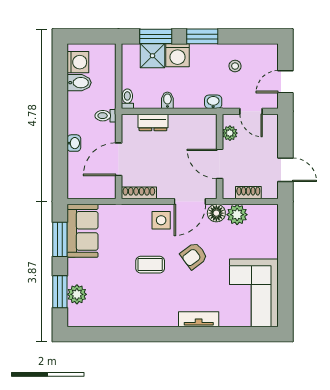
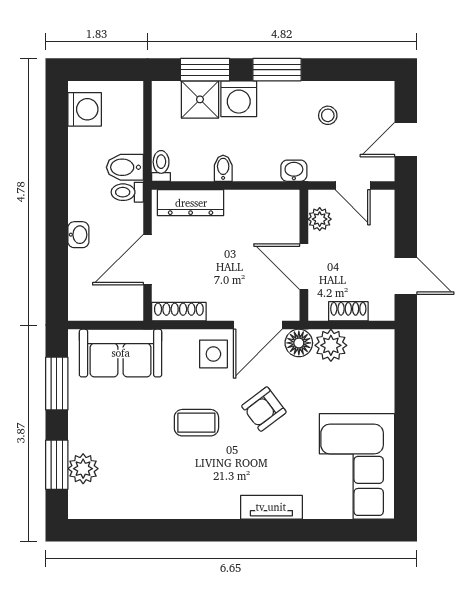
bidet: (79, 83) -> (125, 167), moved, turned 180
dresser: (153, 122) -> (191, 203), width x1.44
sofa: (83, 231) -> (121, 353), moved, turned 90

